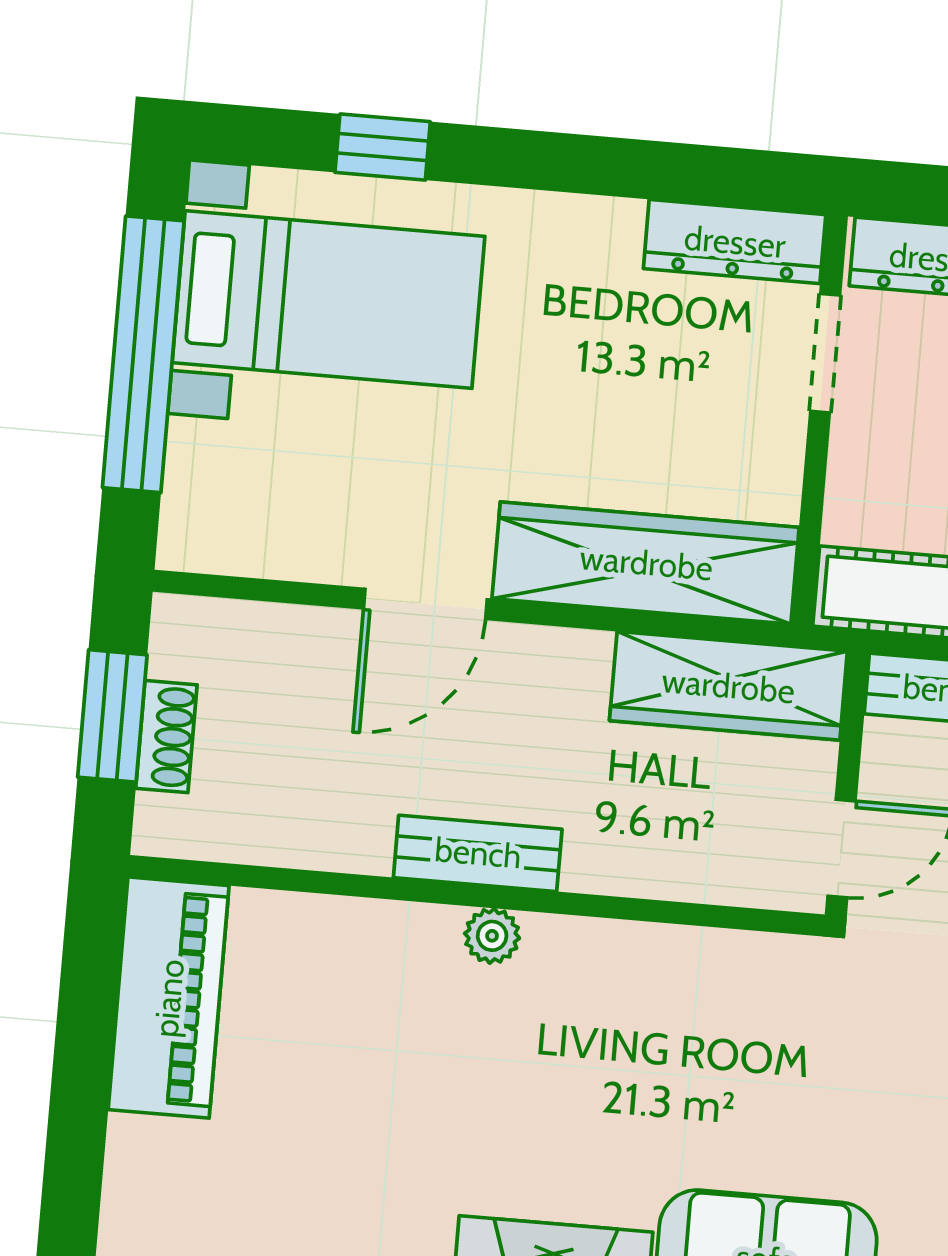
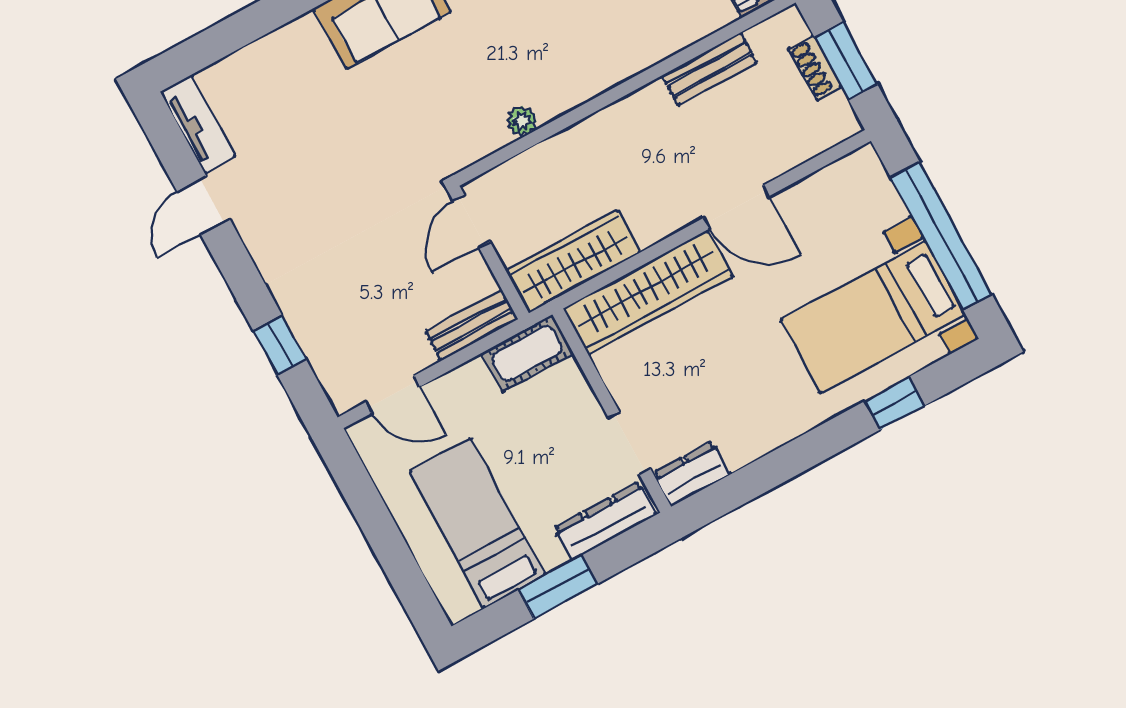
dresser: (735, 242) -> (692, 474), width x0.70
door: (425, 604) -> (736, 207), swing flipped
bench: (478, 853) -> (709, 69), moved
plant: (492, 936) -> (522, 121), moved

